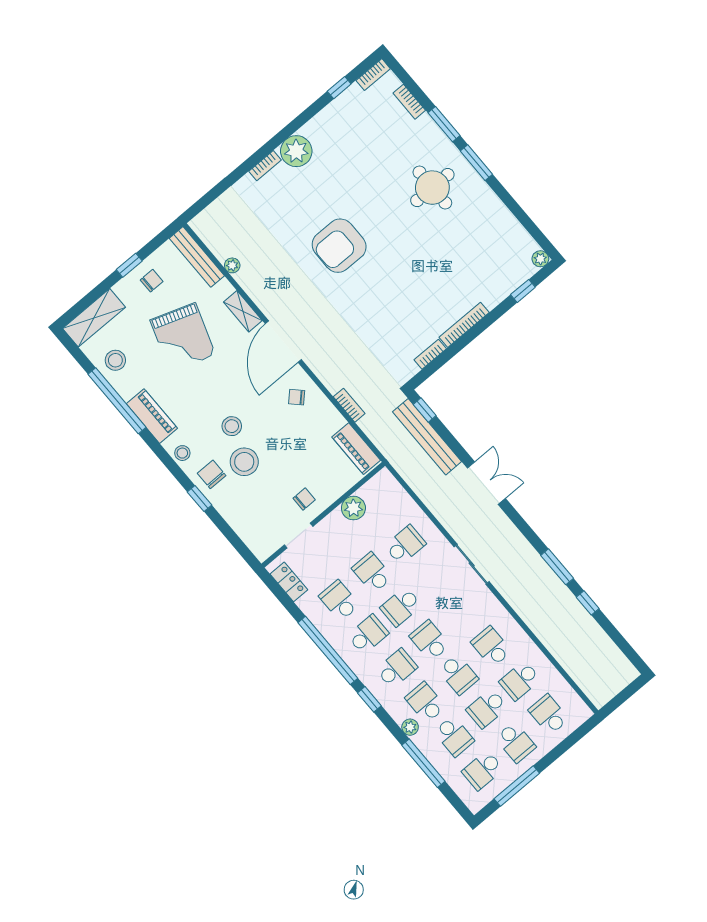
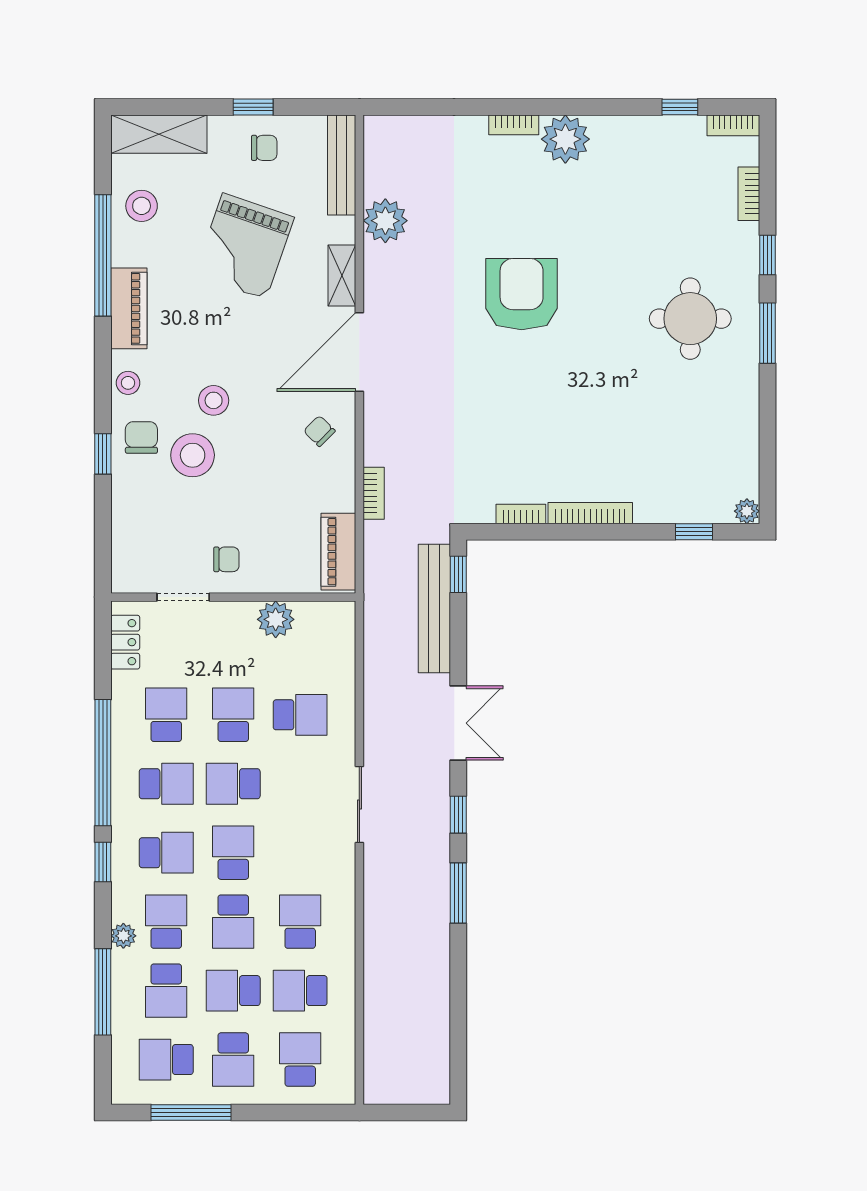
window: (444, 124) -> (767, 255), width x0.67
armchair: (339, 246) -> (522, 294), turned 90
plant: (232, 265) -> (385, 221), width x1.88, depth x1.88
window: (588, 603) -> (458, 815), moved

